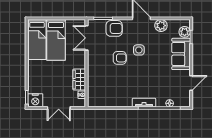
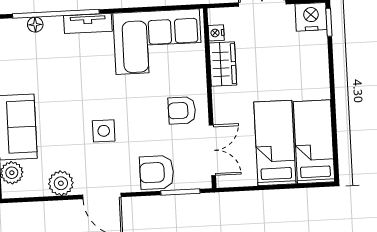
armchair: (120, 58) -> (182, 110), moved
corner sofa: (110, 92) -> (158, 42), added

